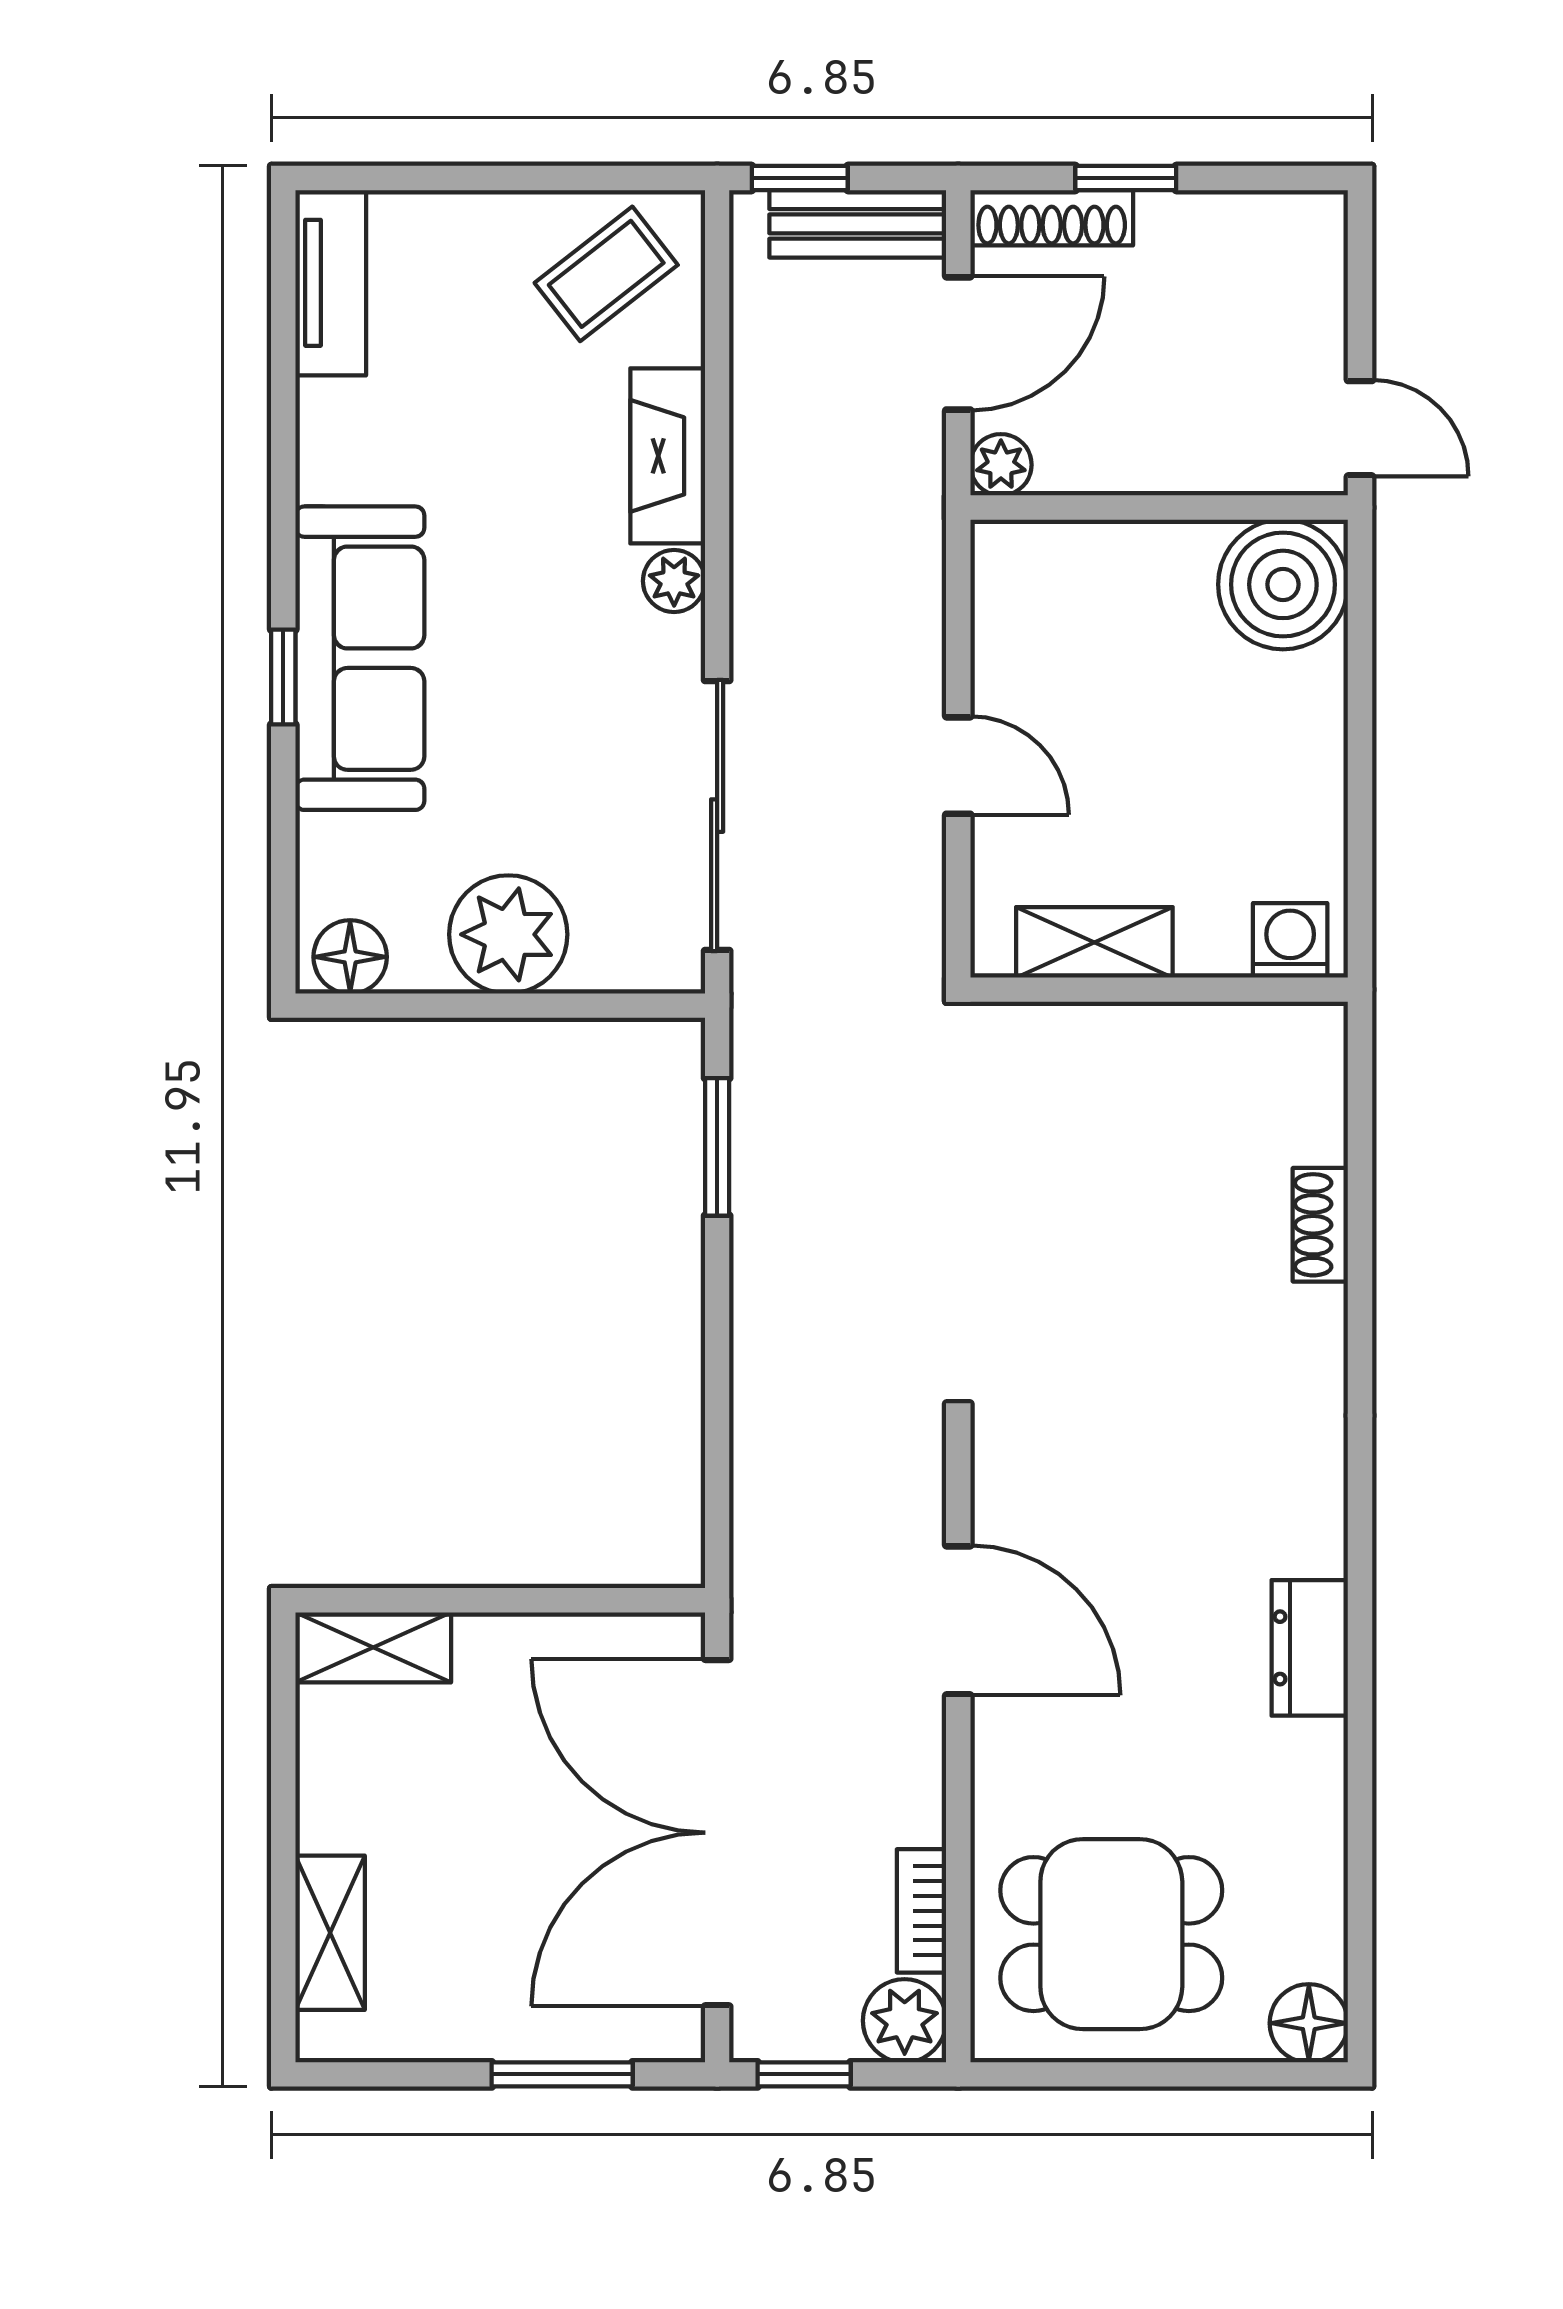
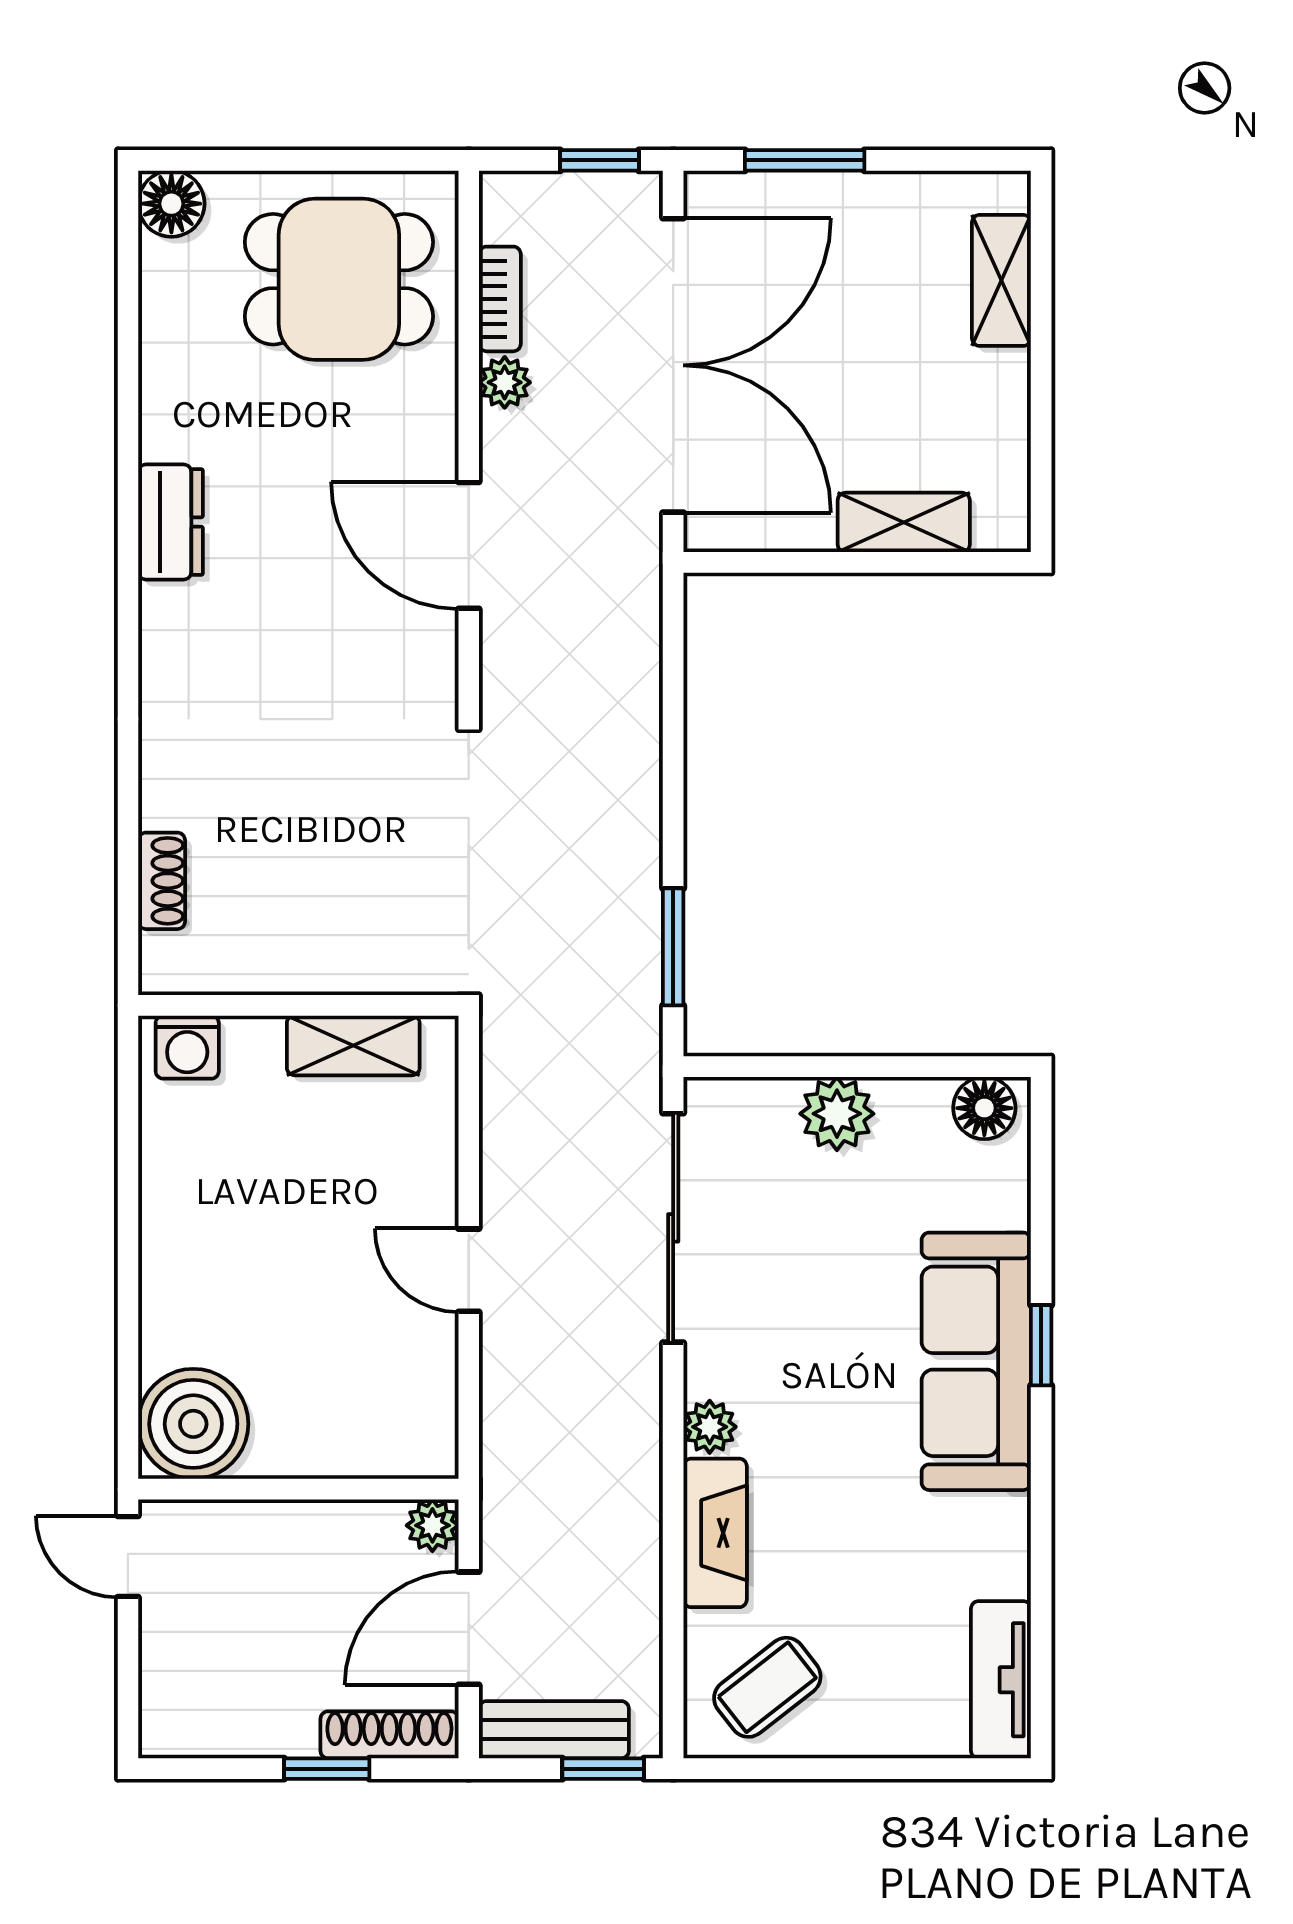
plant: (508, 934) -> (837, 1114), width x0.73, depth x0.73
washing machine: (1290, 940) -> (187, 1047), moved
shelving: (1094, 942) -> (353, 1045), moved
wall: (1159, 990) -> (298, 1005), moved
shelving: (373, 1647) -> (904, 522), moved
plant: (905, 2021) -> (505, 382), moved, width x0.73, depth x0.73

